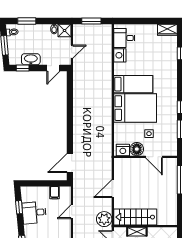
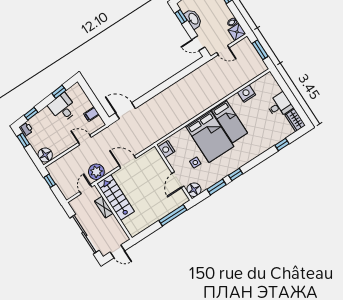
desk: (124, 38) -> (280, 105), moved, turned 90
floor lamp: (137, 149) -> (194, 190), moved

